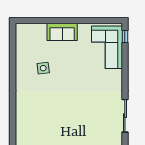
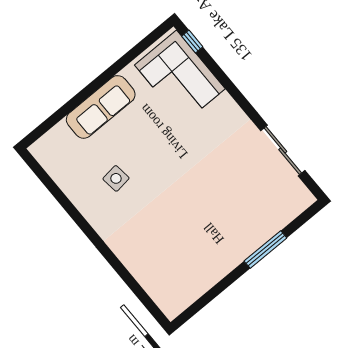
sofa: (62, 32) -> (101, 107), width x1.36

